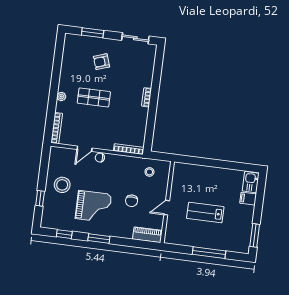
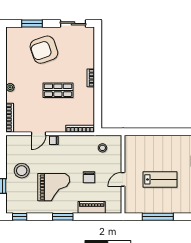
armchair: (102, 62) -> (44, 50), width x1.88, depth x1.88
shop shelf: (94, 97) -> (58, 90), moved
lab bench: (205, 213) -> (160, 179), turned 180
window: (64, 234) -> (20, 217), moved
piano: (147, 235) -> (92, 207), moved
window: (209, 253) -> (158, 217), moved

